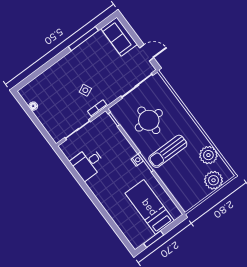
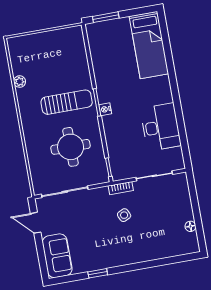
window: (83, 39) -> (98, 273), width x0.46
plant: (208, 155) -> (20, 82), width x0.53, depth x0.53
desk: (88, 163) -> (161, 127), width x1.37
plant: (213, 180) -> (32, 45), removed
bed: (150, 207) -> (149, 45), moved
window: (154, 239) -> (106, 17), moved

